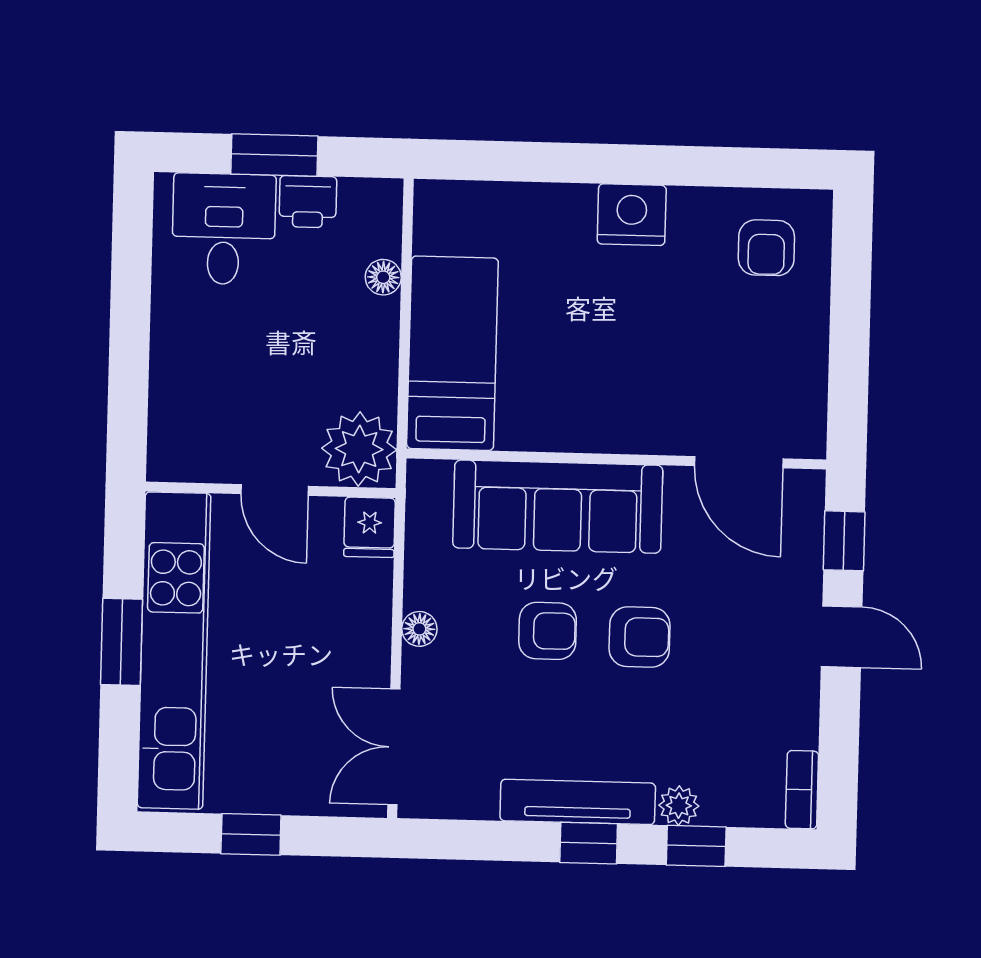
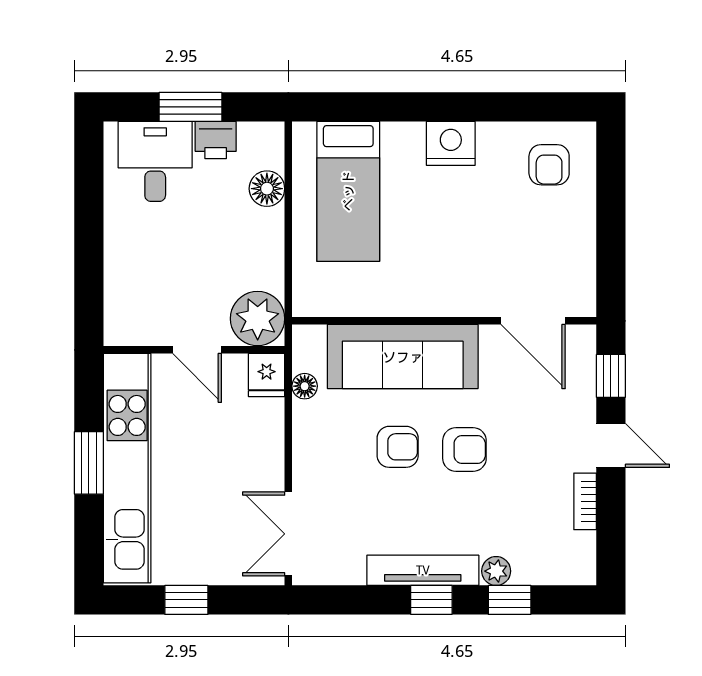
floor lamp: (383, 277) -> (267, 189), width x1.37, depth x1.37
bed: (452, 353) -> (348, 191), moved, turned 180
floor lamp: (419, 629) -> (305, 386), moved
bookcase: (802, 790) -> (585, 501), moved

